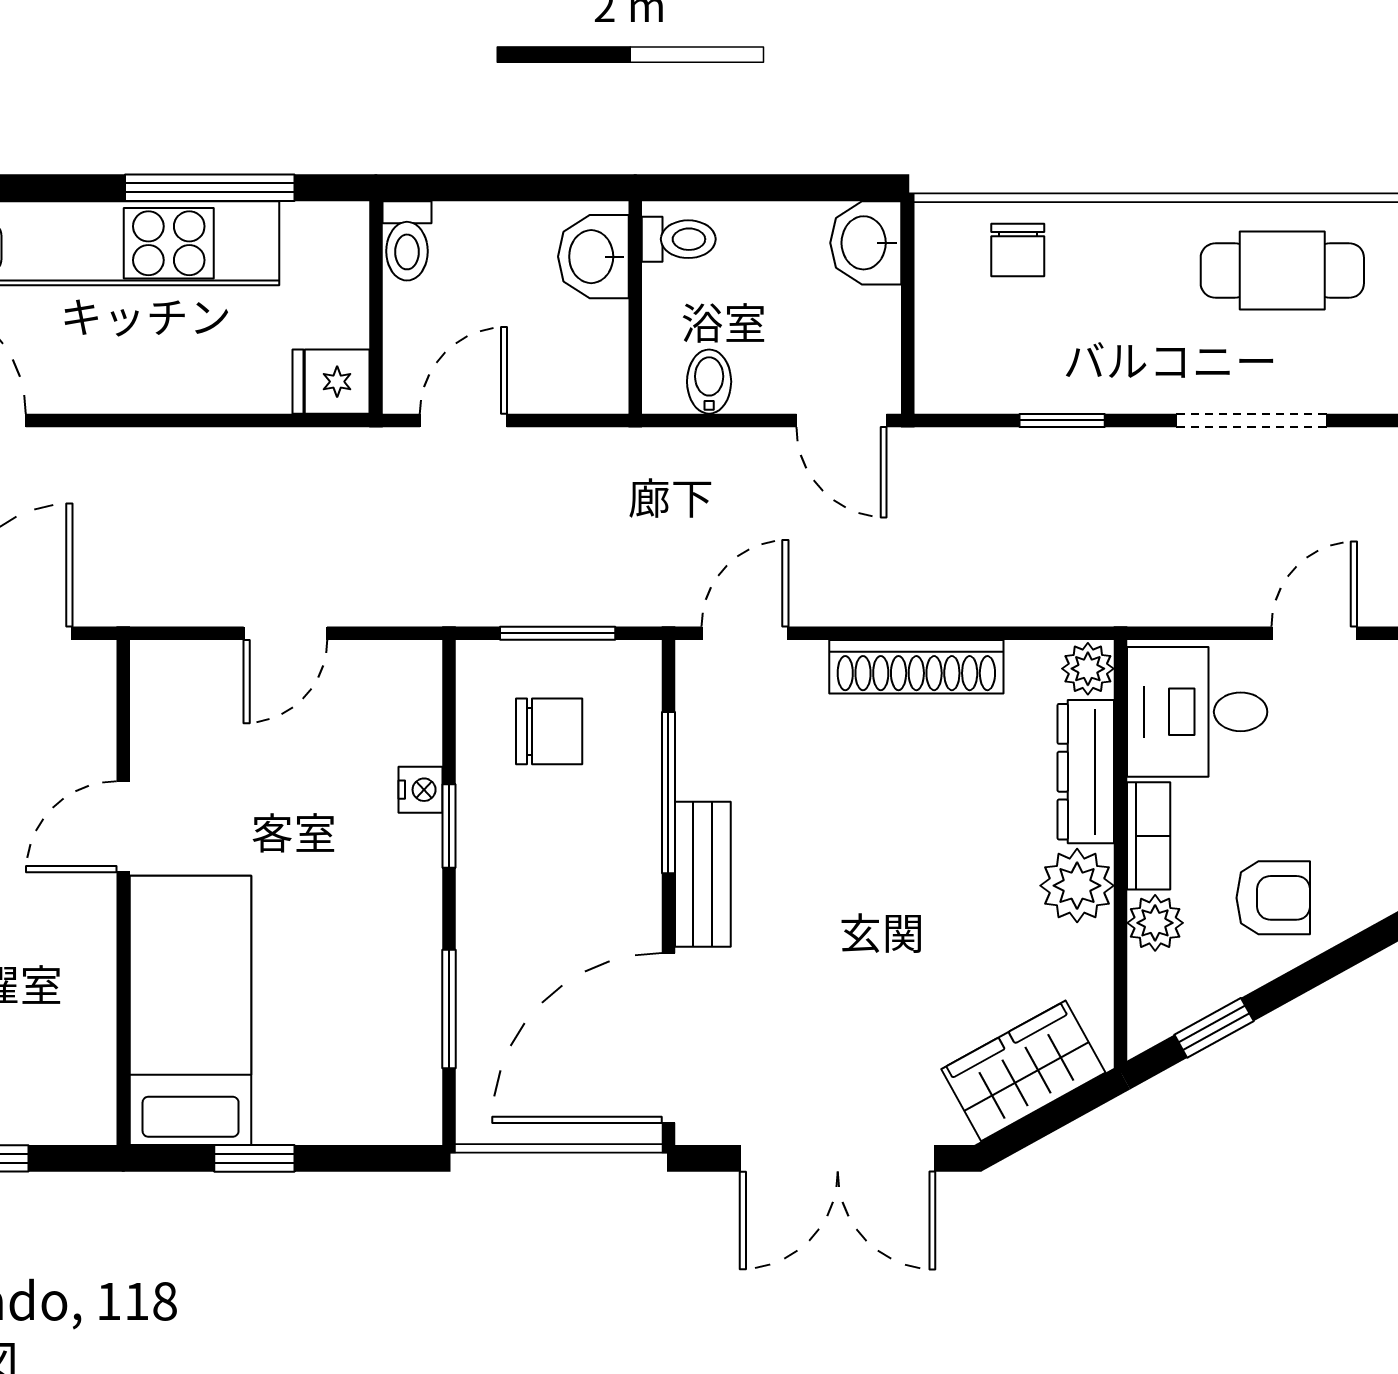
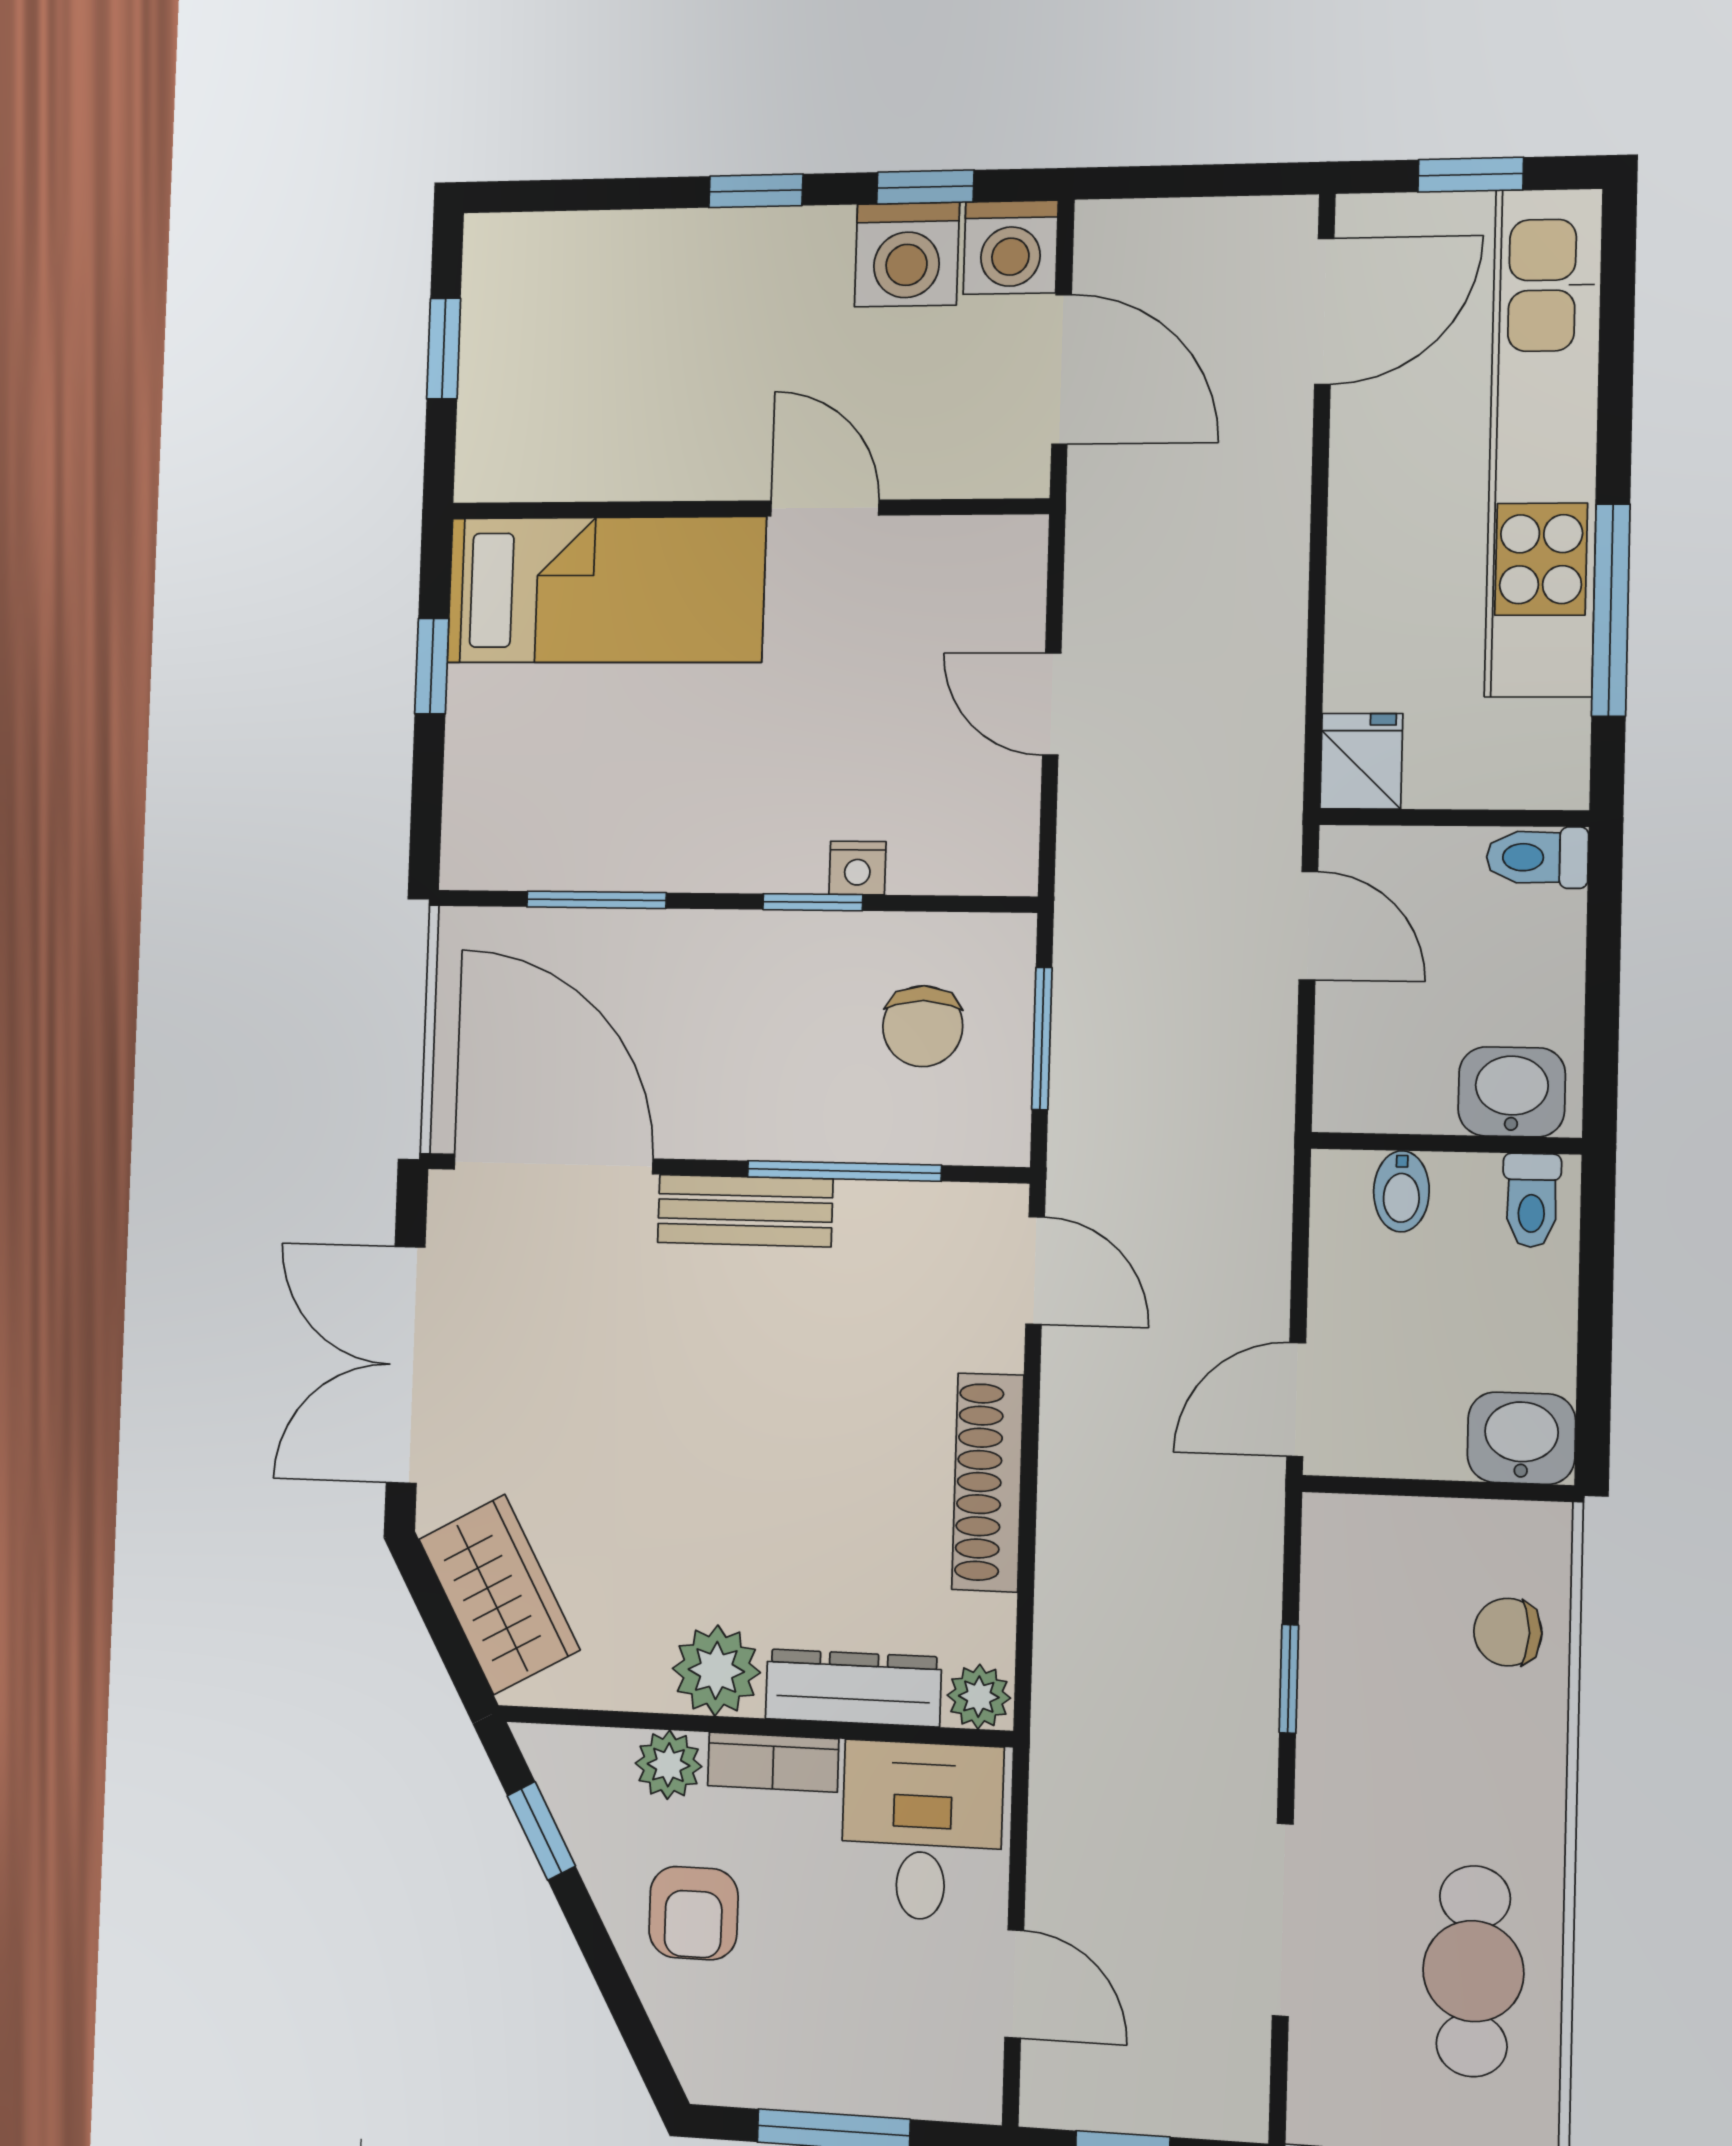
bidet: (709, 382) -> (1401, 1191), moved, turned 90

